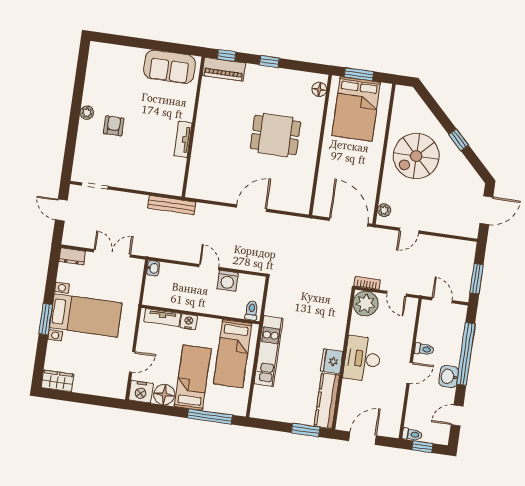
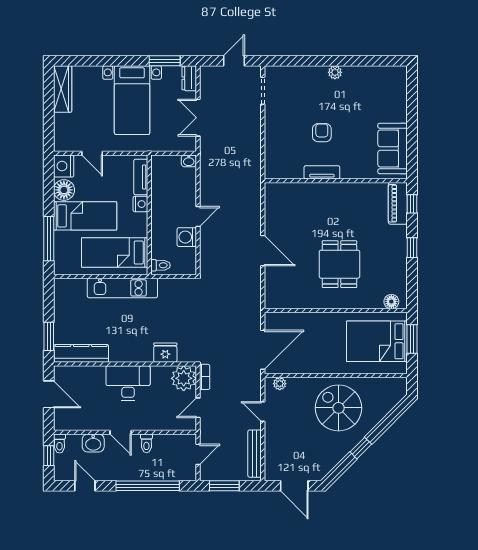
armchair: (114, 126) -> (322, 133), moved, turned -90
bench: (172, 205) -> (255, 454), moved
double door: (112, 253) -> (198, 118), swing flipped
window: (46, 319) -> (165, 61), moved
fridge: (332, 361) -> (165, 353), moved
washbasin: (449, 377) -> (93, 443), moved, turned 180
wardrobe: (57, 381) -> (63, 89), width x1.50

